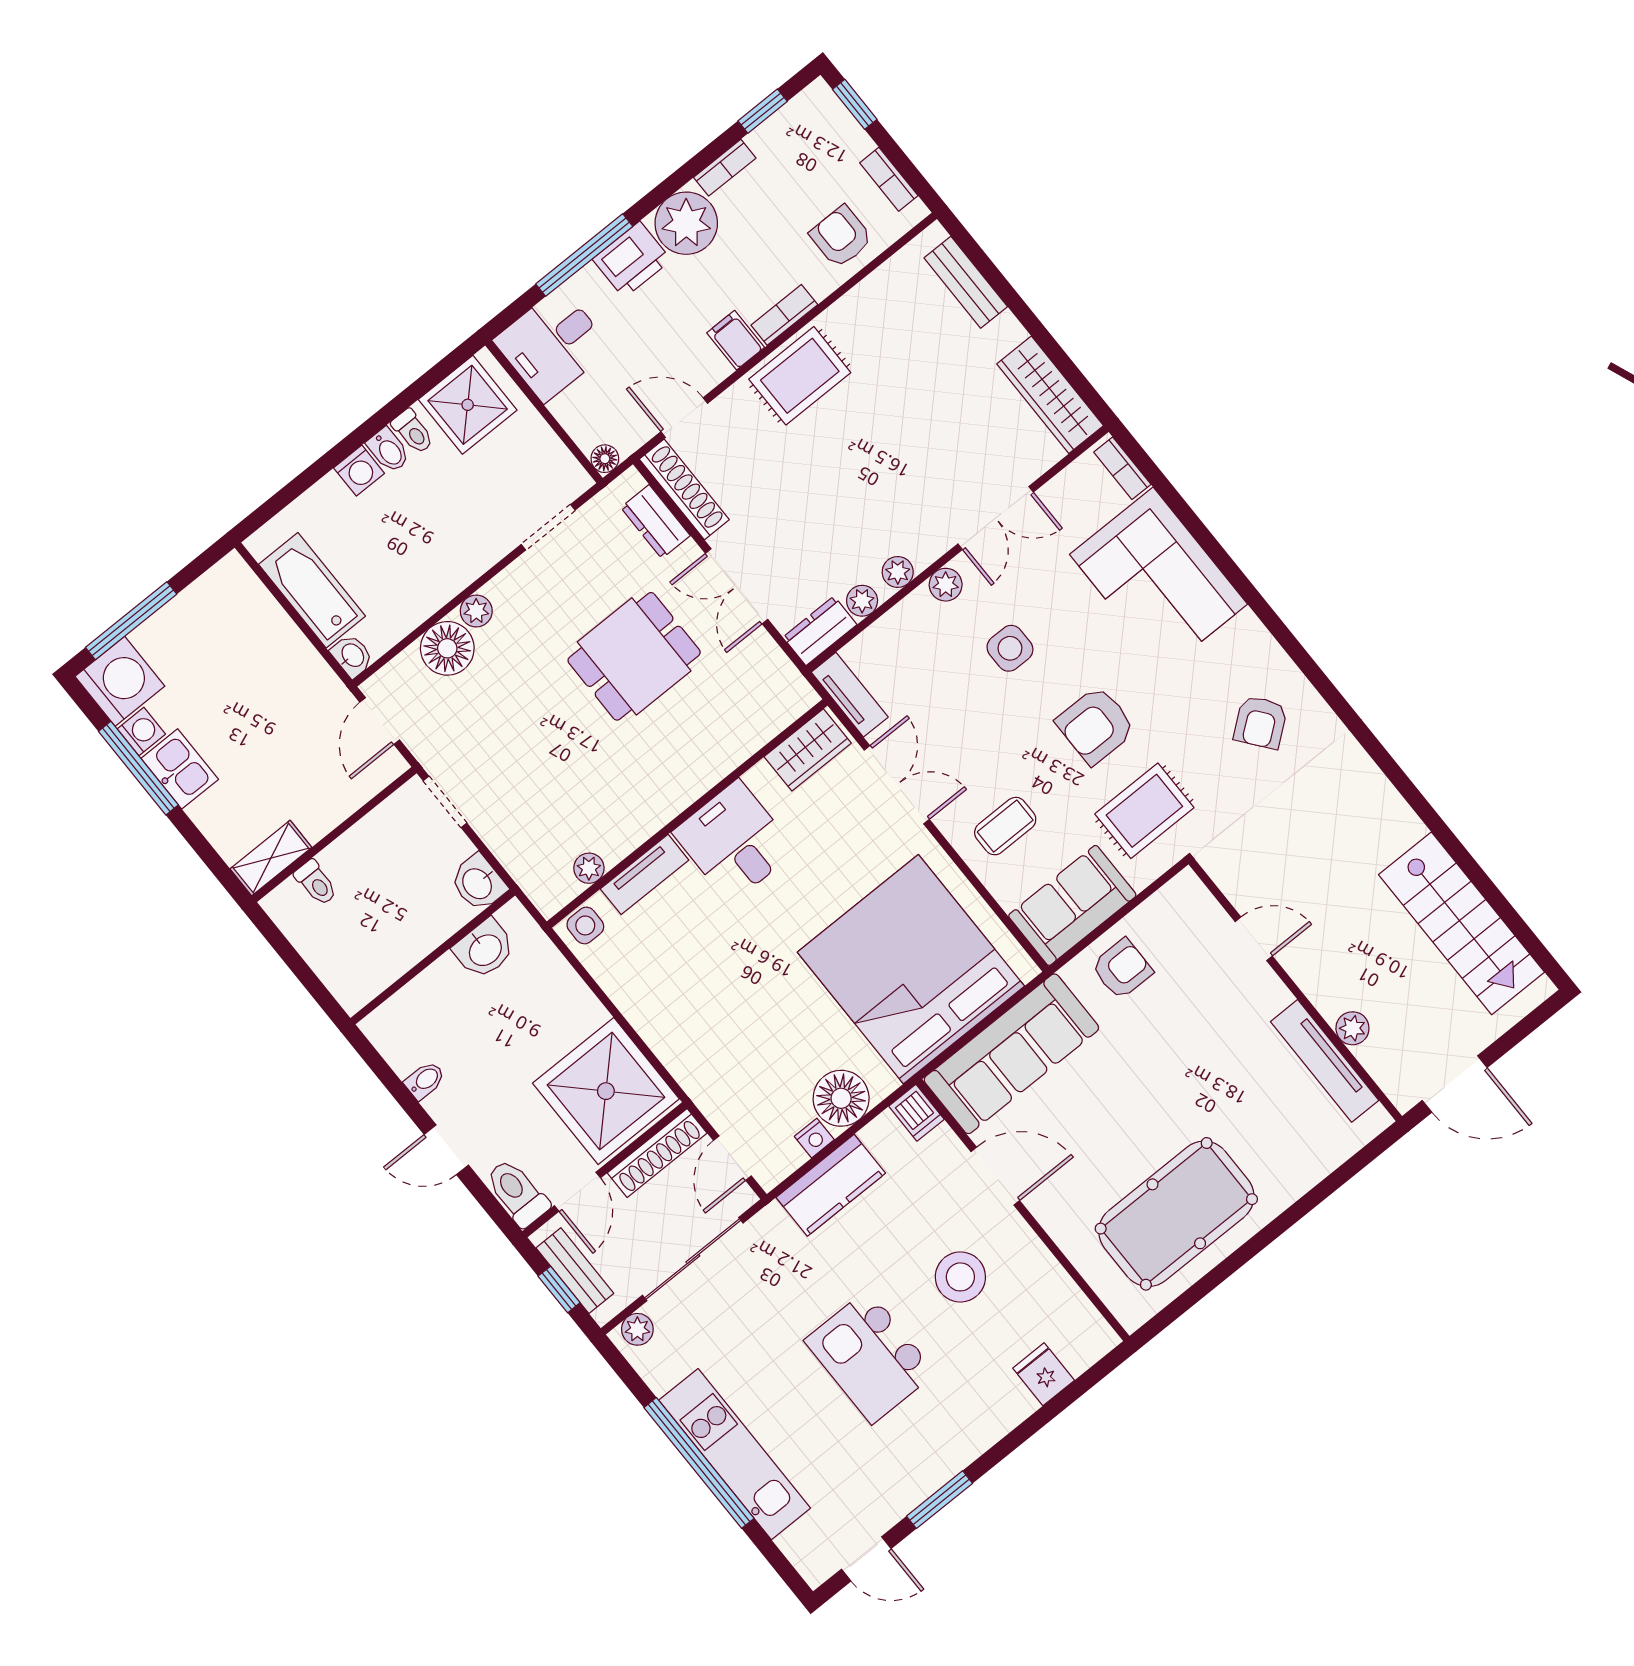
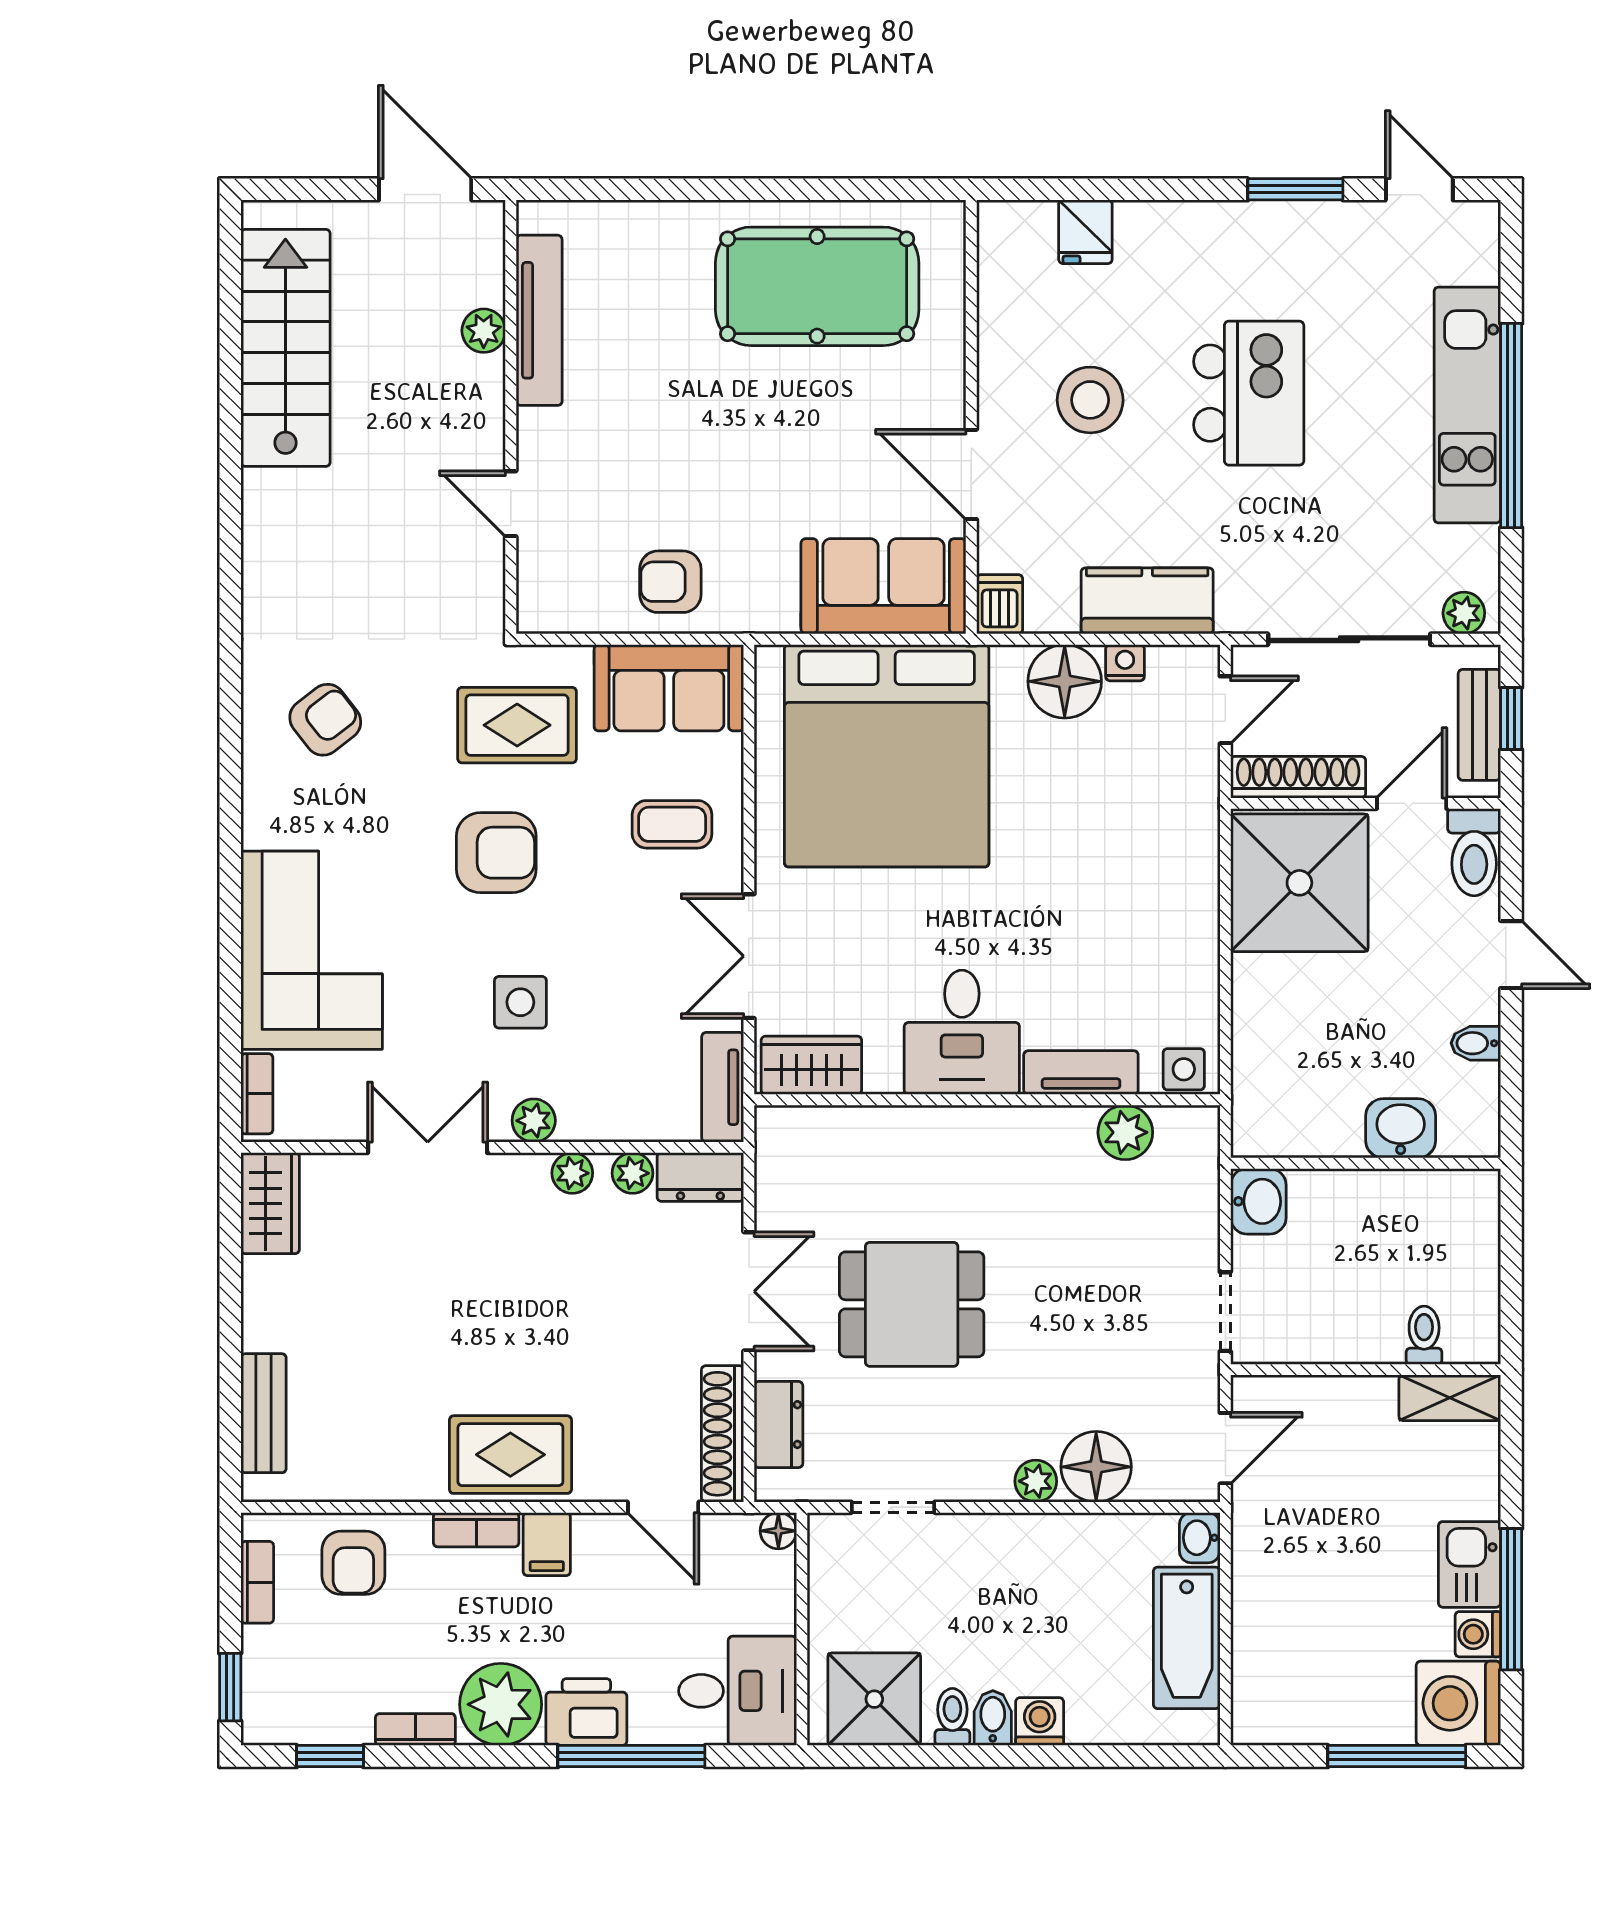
wardrobe: (1050, 395) -> (270, 1203), width x0.67
plant: (589, 868) -> (1125, 1132), width x1.38, depth x1.38
washbasin: (485, 949) -> (1401, 1128), moved
sofa: (1011, 1054) -> (883, 586), width x0.73

